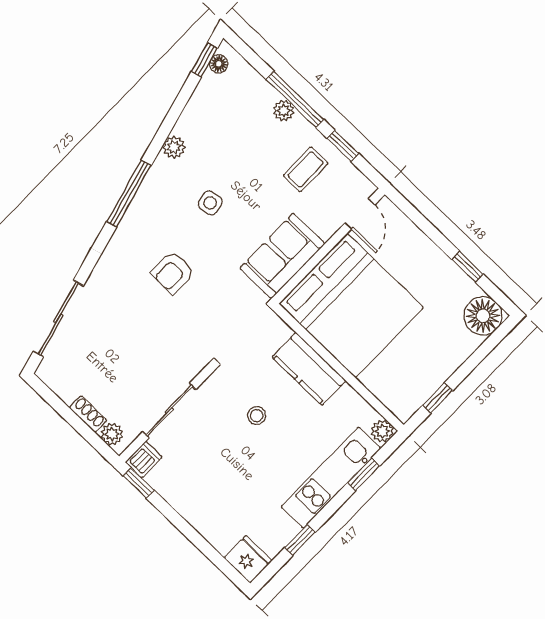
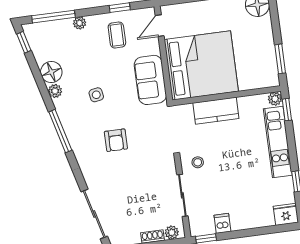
floor lamp: (219, 64) -> (51, 72), moved, width x1.89, depth x1.89
window: (295, 99) -> (53, 17), moved
door: (360, 214) -> (160, 26), swing flipped
window: (438, 398) -> (280, 59), width x1.50
stool: (257, 416) -> (198, 162), moved
dishwasher: (144, 460) -> (222, 223), moved
window: (364, 474) -> (287, 110), moved

